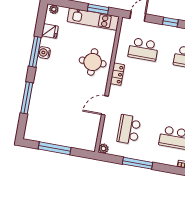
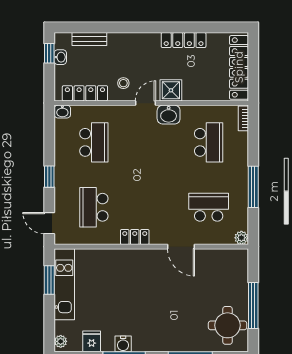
school desk: (143, 49) -> (94, 207), turned 180
round table: (93, 62) -> (228, 325), moved
school desk: (129, 129) -> (209, 207), turned 180

